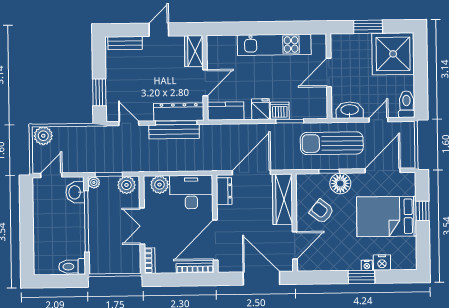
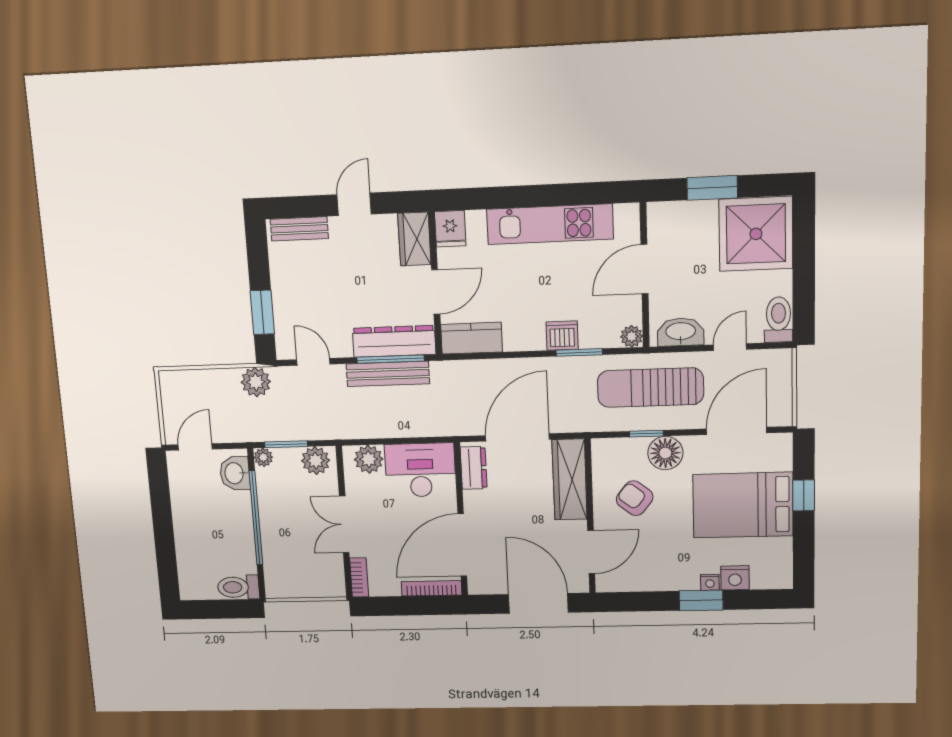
fridge: (261, 109) -> (450, 229), moved, turned 180
plant: (321, 112) -> (632, 336), added
plant: (43, 136) -> (256, 382), moved

